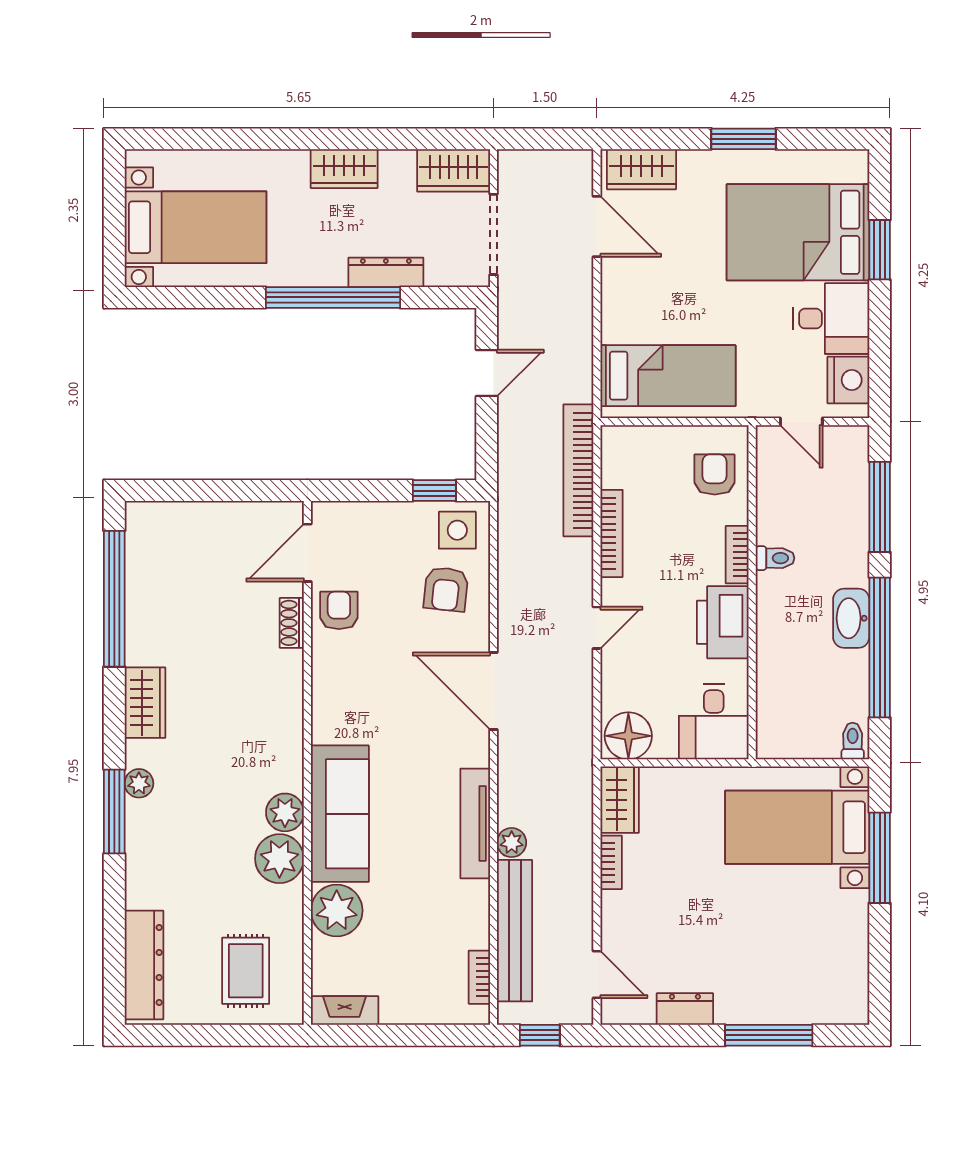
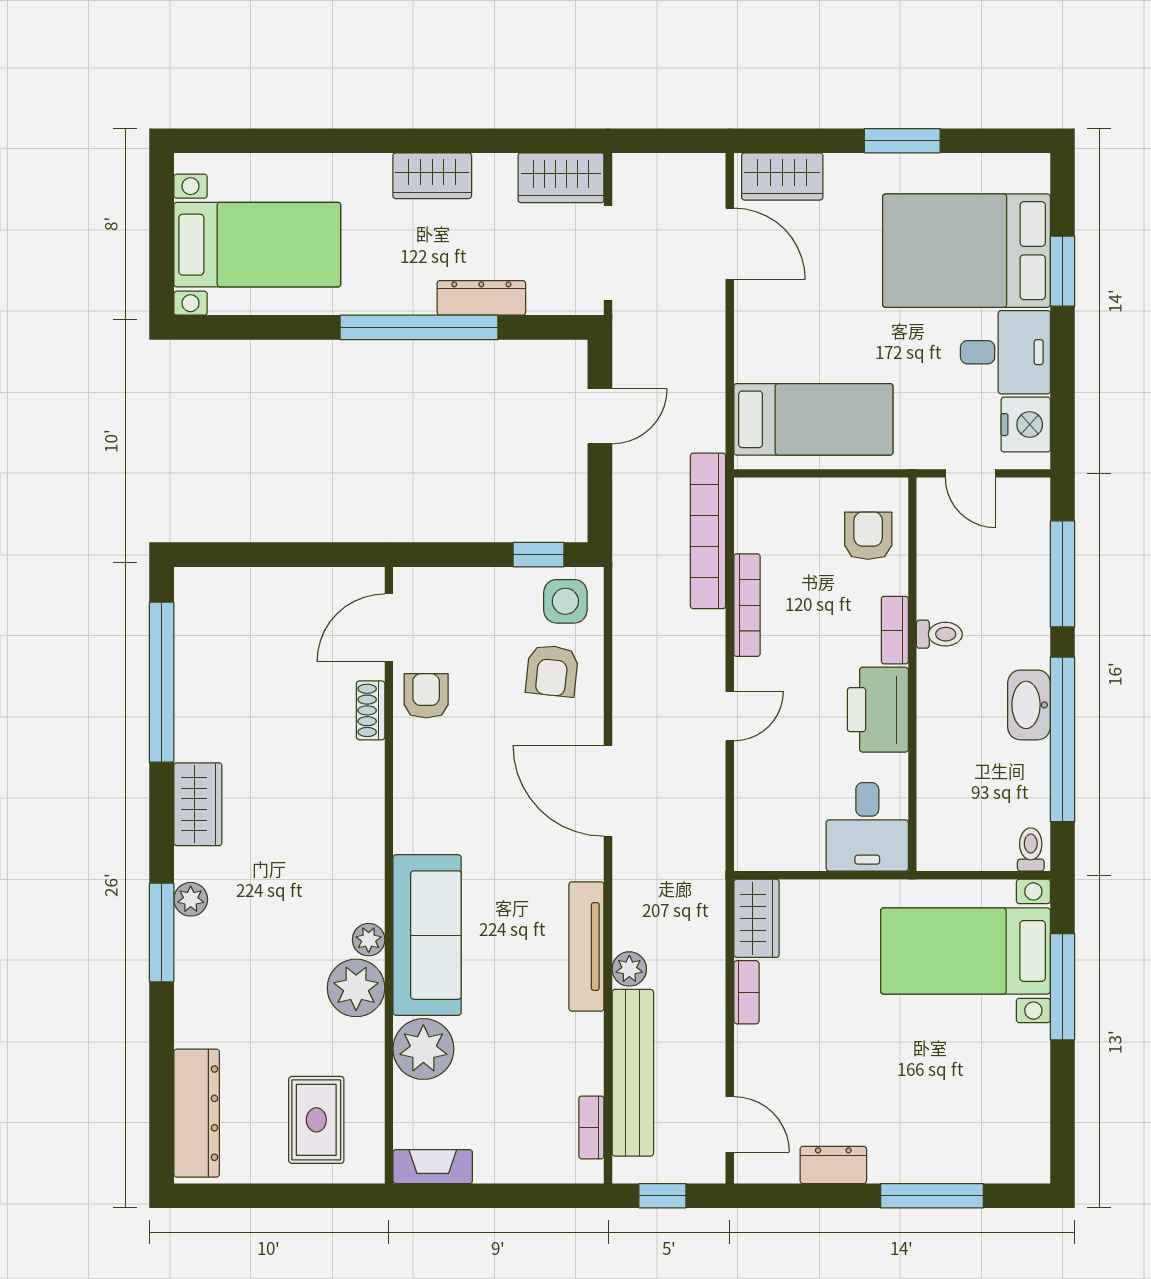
floor lamp: (628, 736) -> (767, 843), removed
plant: (285, 812) -> (369, 940), width x0.73, depth x0.73

